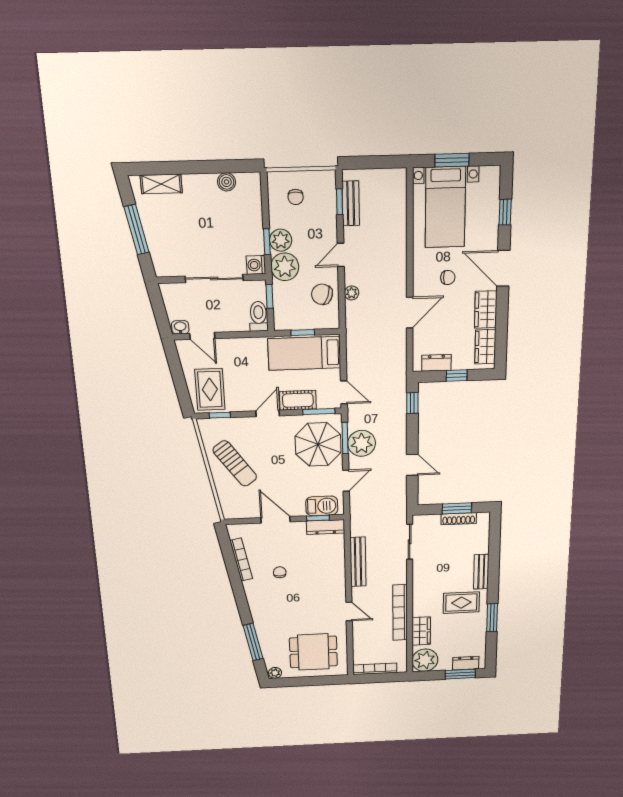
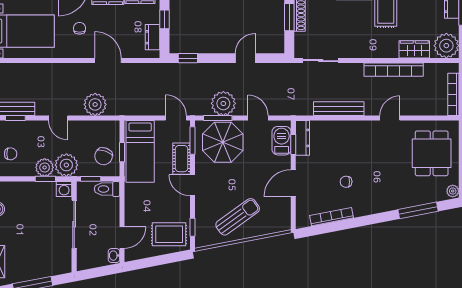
plant: (352, 293) -> (95, 104), width x1.88, depth x1.88
chair: (322, 294) -> (104, 156), moved
door: (344, 392) -> (176, 118), hinge flipped

